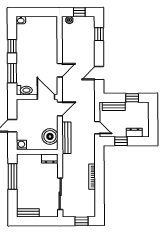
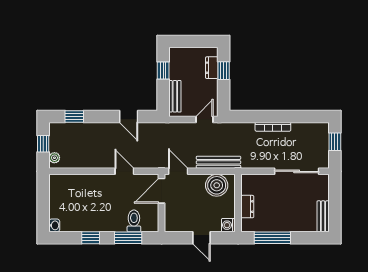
toilet: (24, 90) -> (134, 221), moved
window: (121, 141) -> (224, 71), moved
dresser: (50, 159) -> (247, 207), moved

